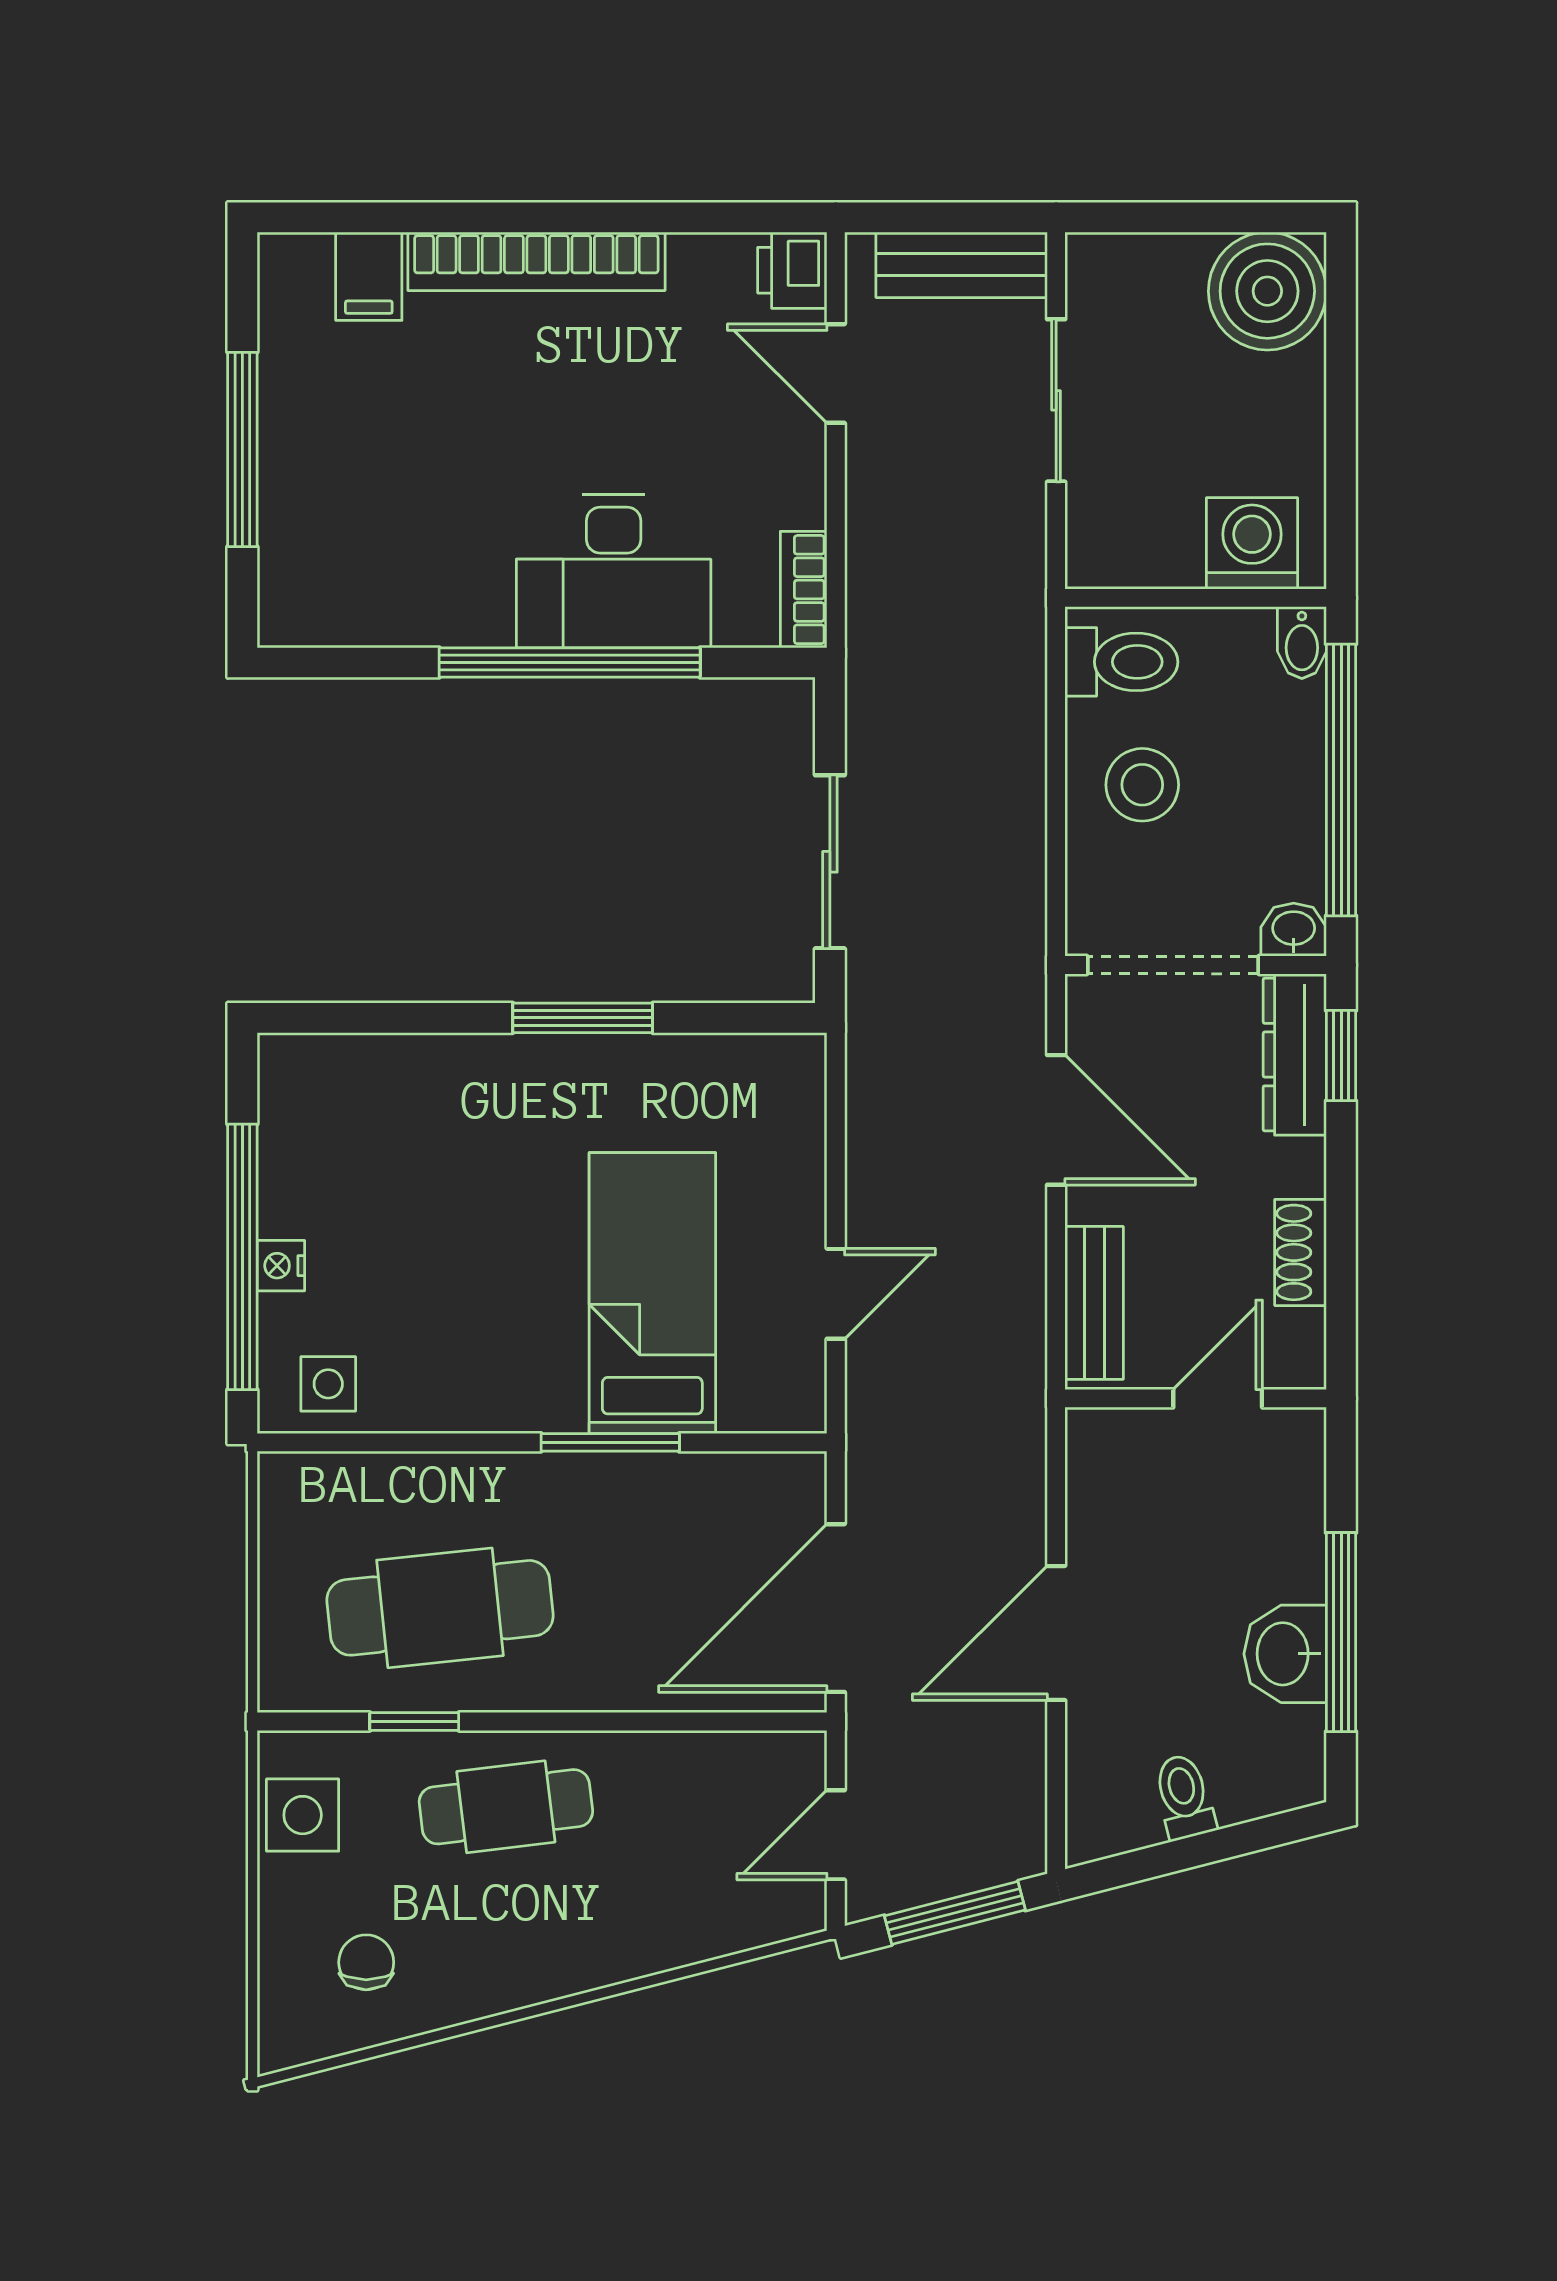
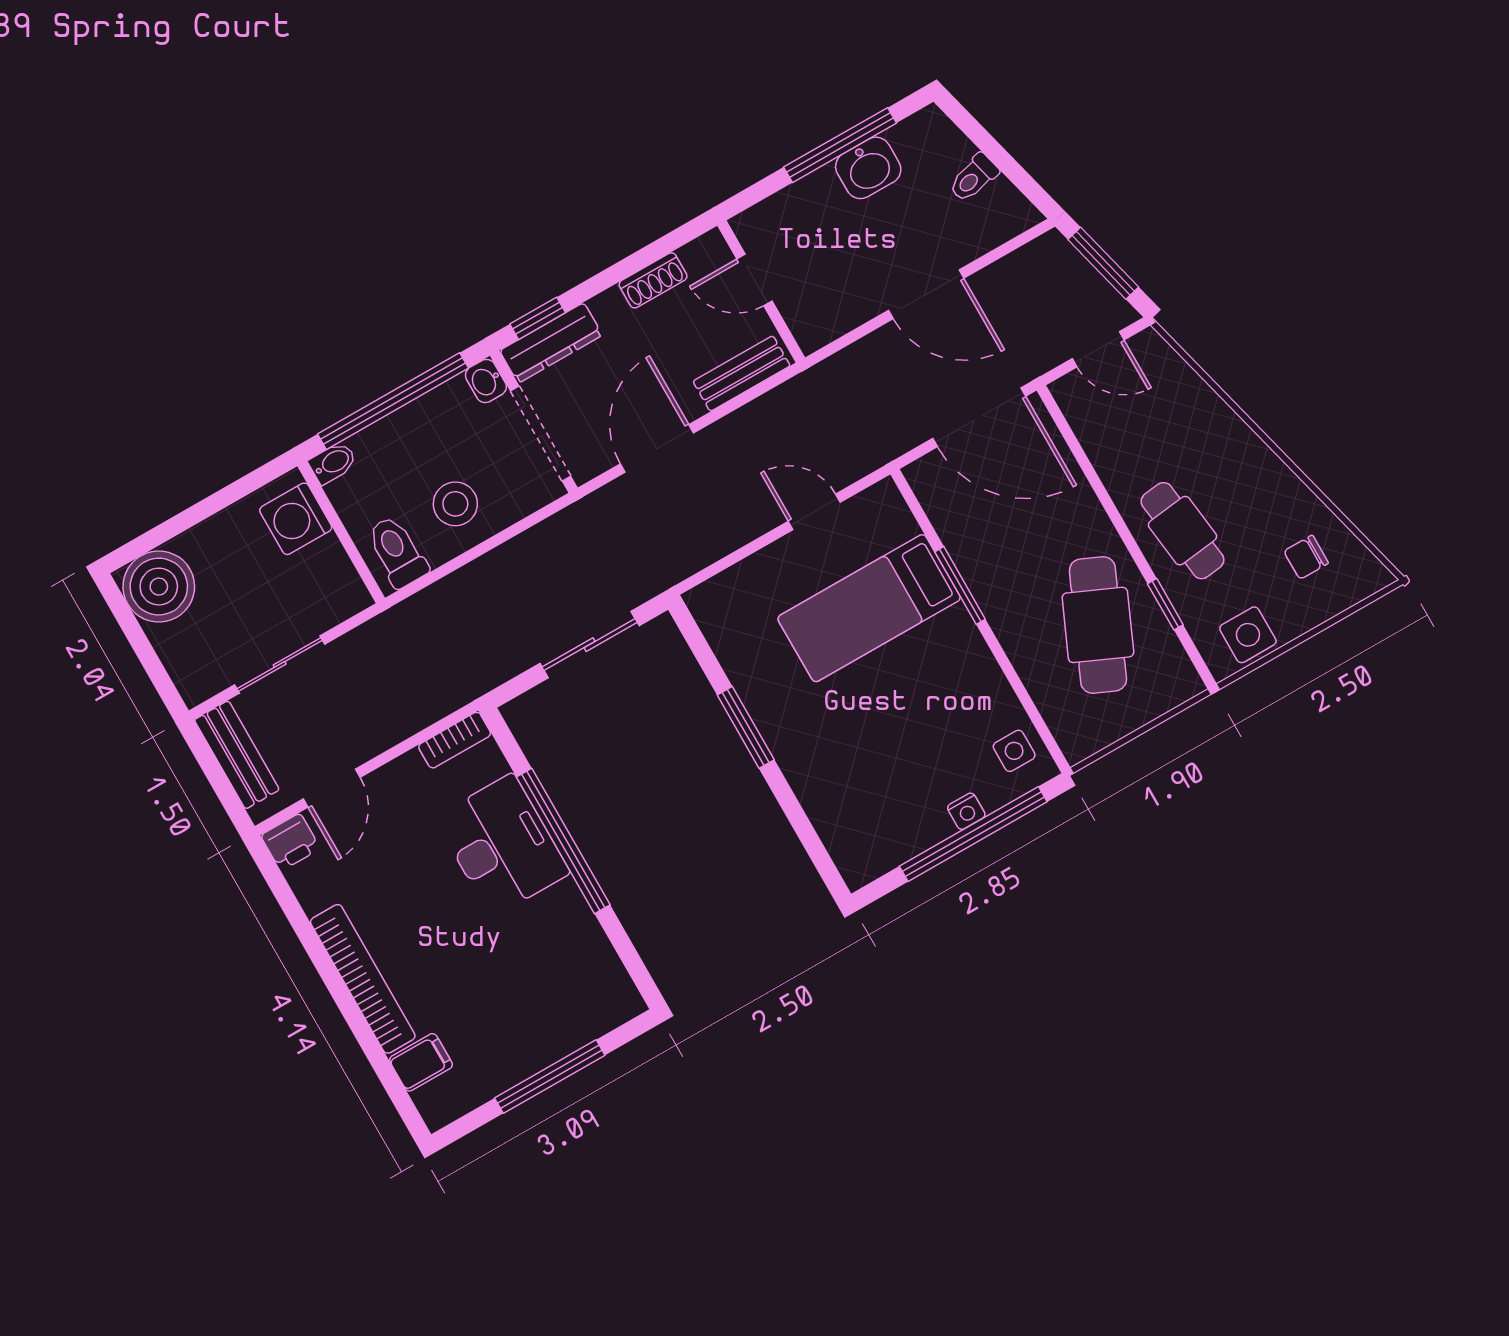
cafe table: (440, 1608) -> (1098, 625), turned 30

